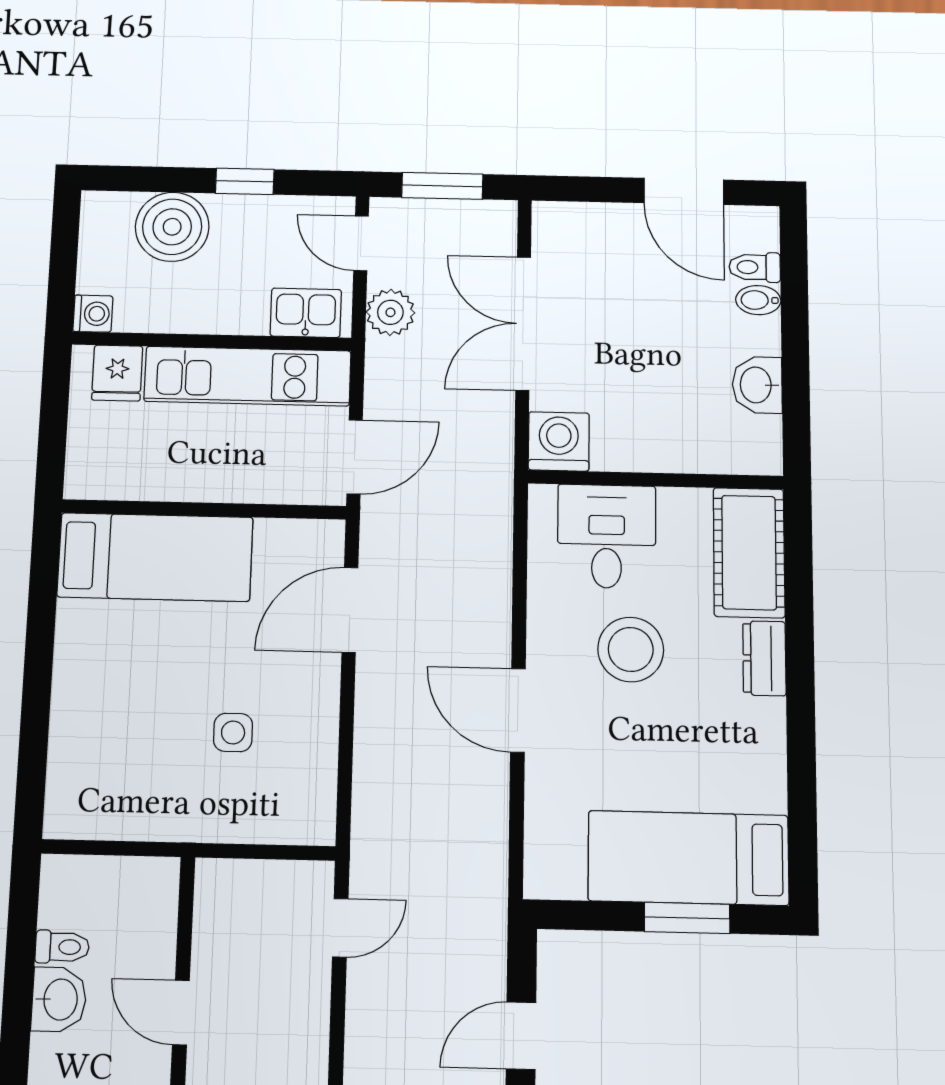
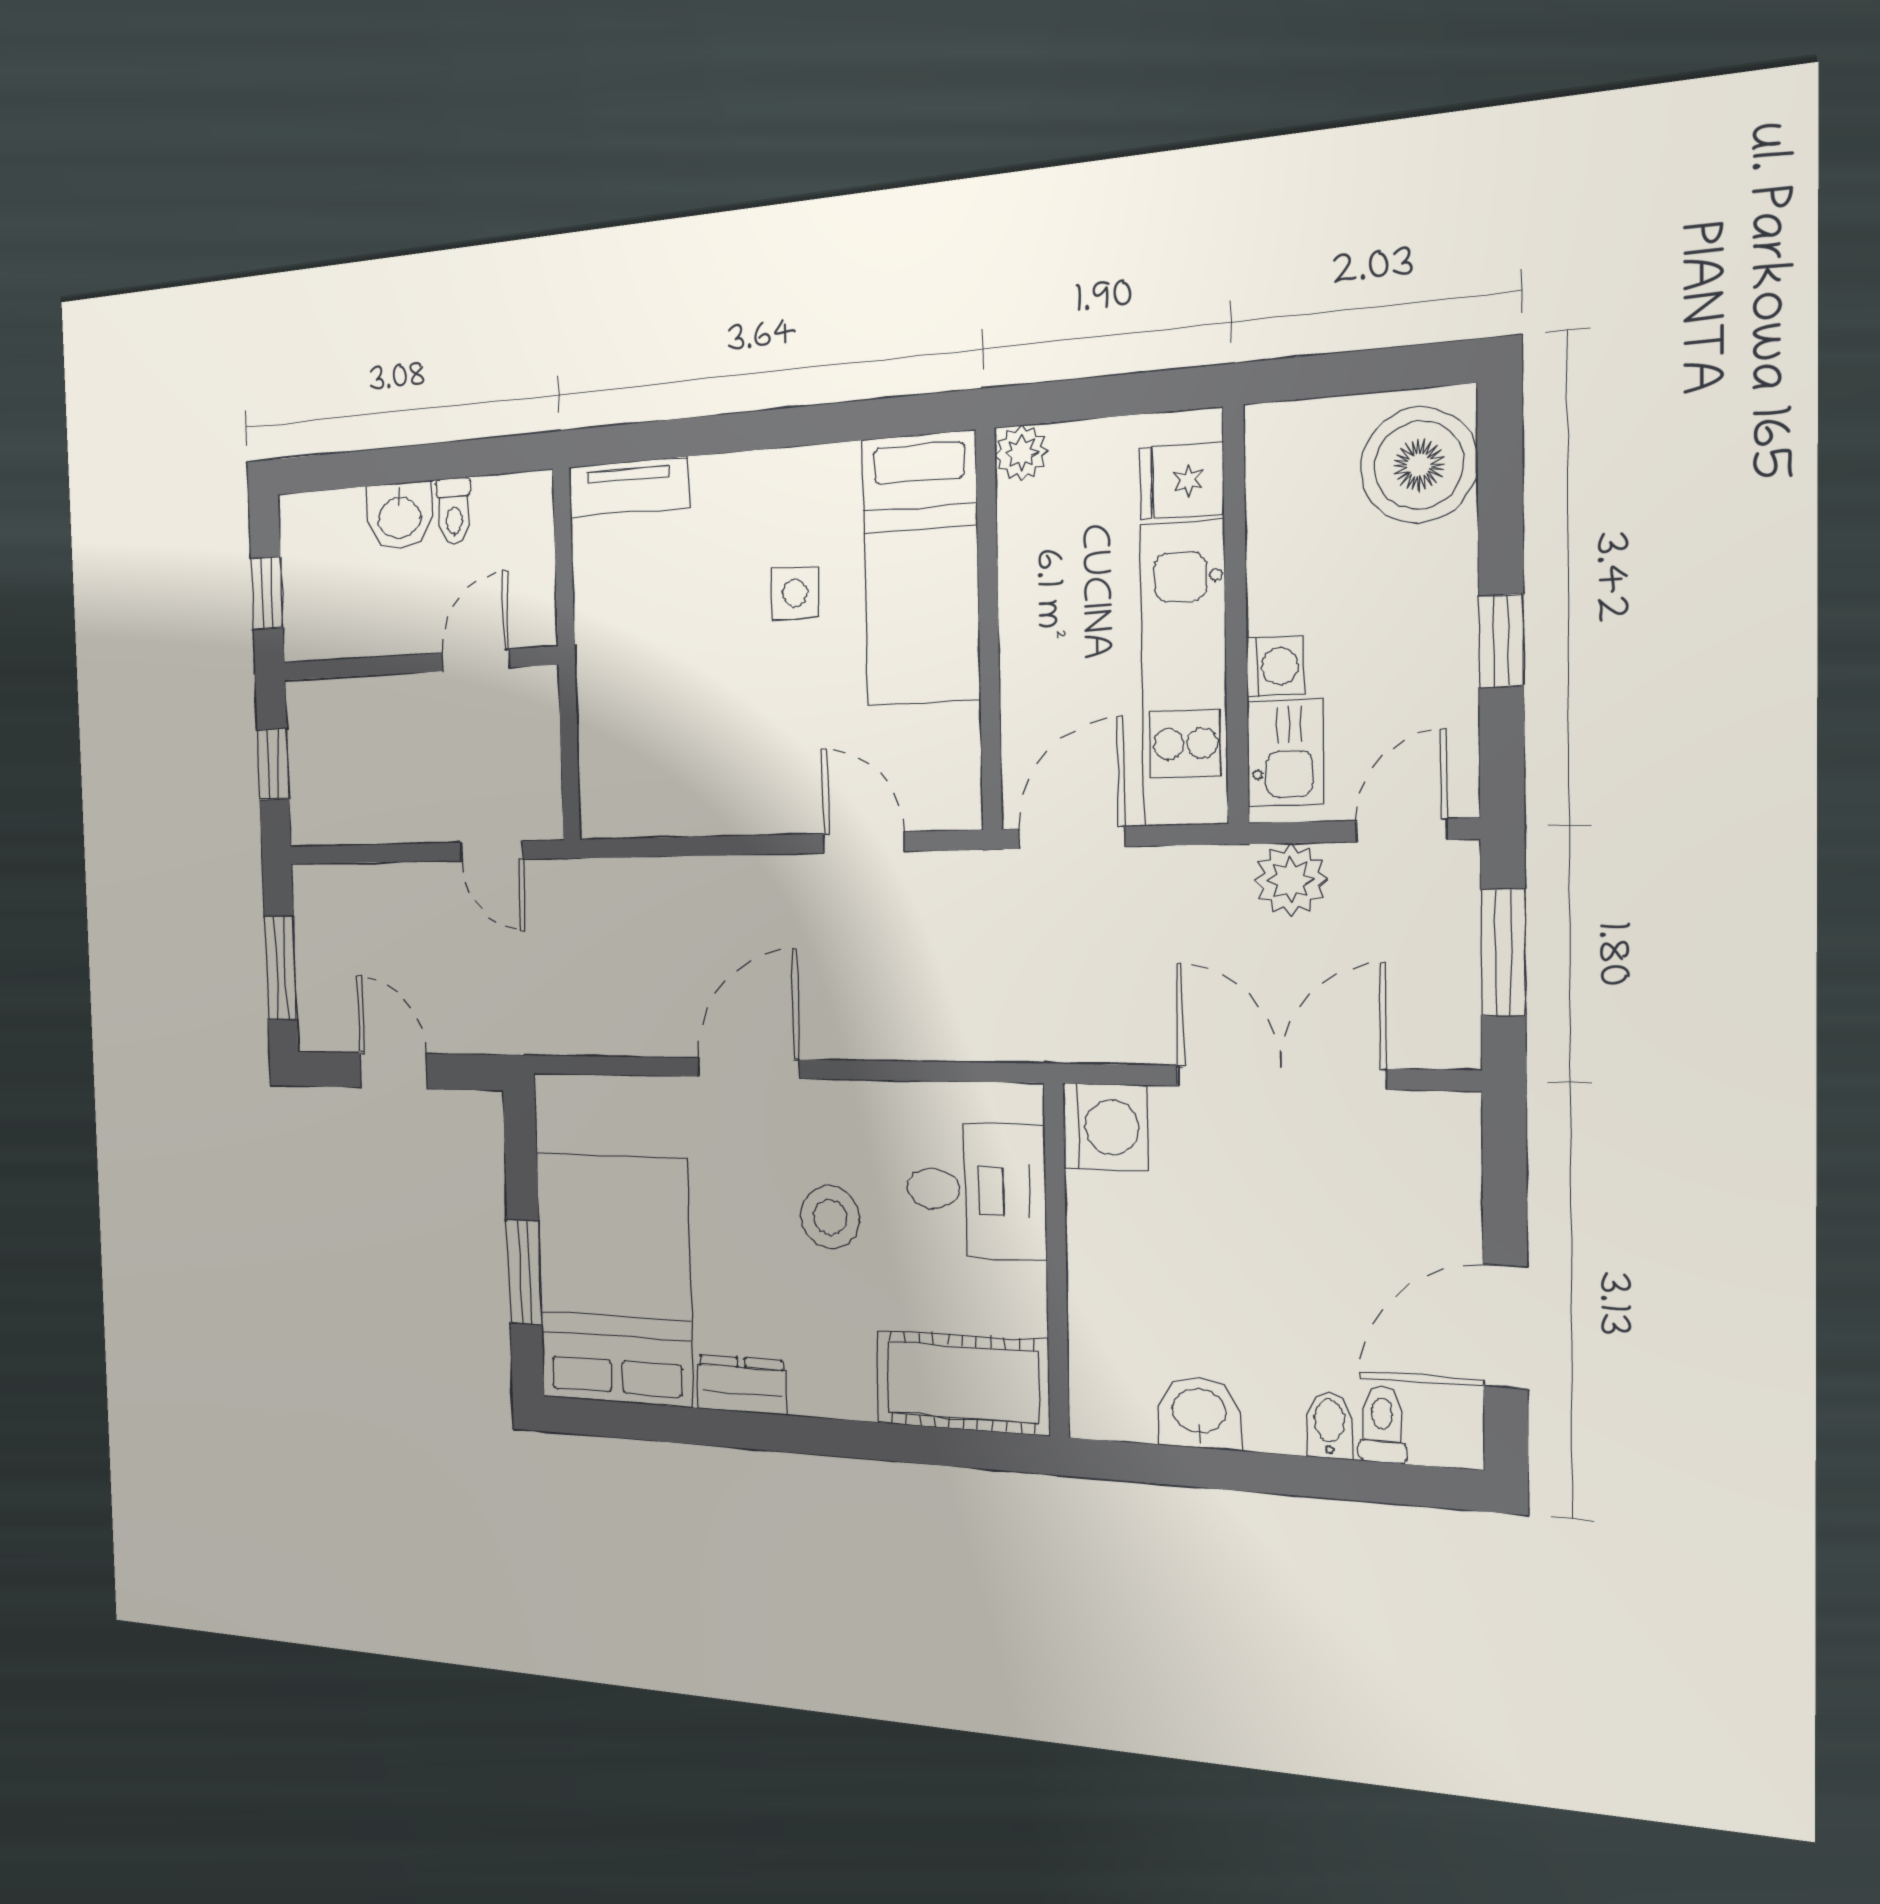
boiler: (172, 227) -> (1419, 465), moved
washing machine: (93, 314) -> (1275, 666), moved, turned -90
door: (355, 457) -> (1071, 838), swing flipped
plant: (83, 481) -> (1021, 453), added
door: (350, 610) -> (863, 842), width x0.73
stool: (631, 649) -> (830, 1217), width x0.73, depth x0.73
dresser: (764, 658) -> (742, 1385), moved
side table: (233, 733) -> (795, 593), moved
tv unit: (65, 788) -> (628, 487), added
bed: (688, 858) -> (614, 1279), width x1.50
door: (181, 1012) -> (476, 660), moved

